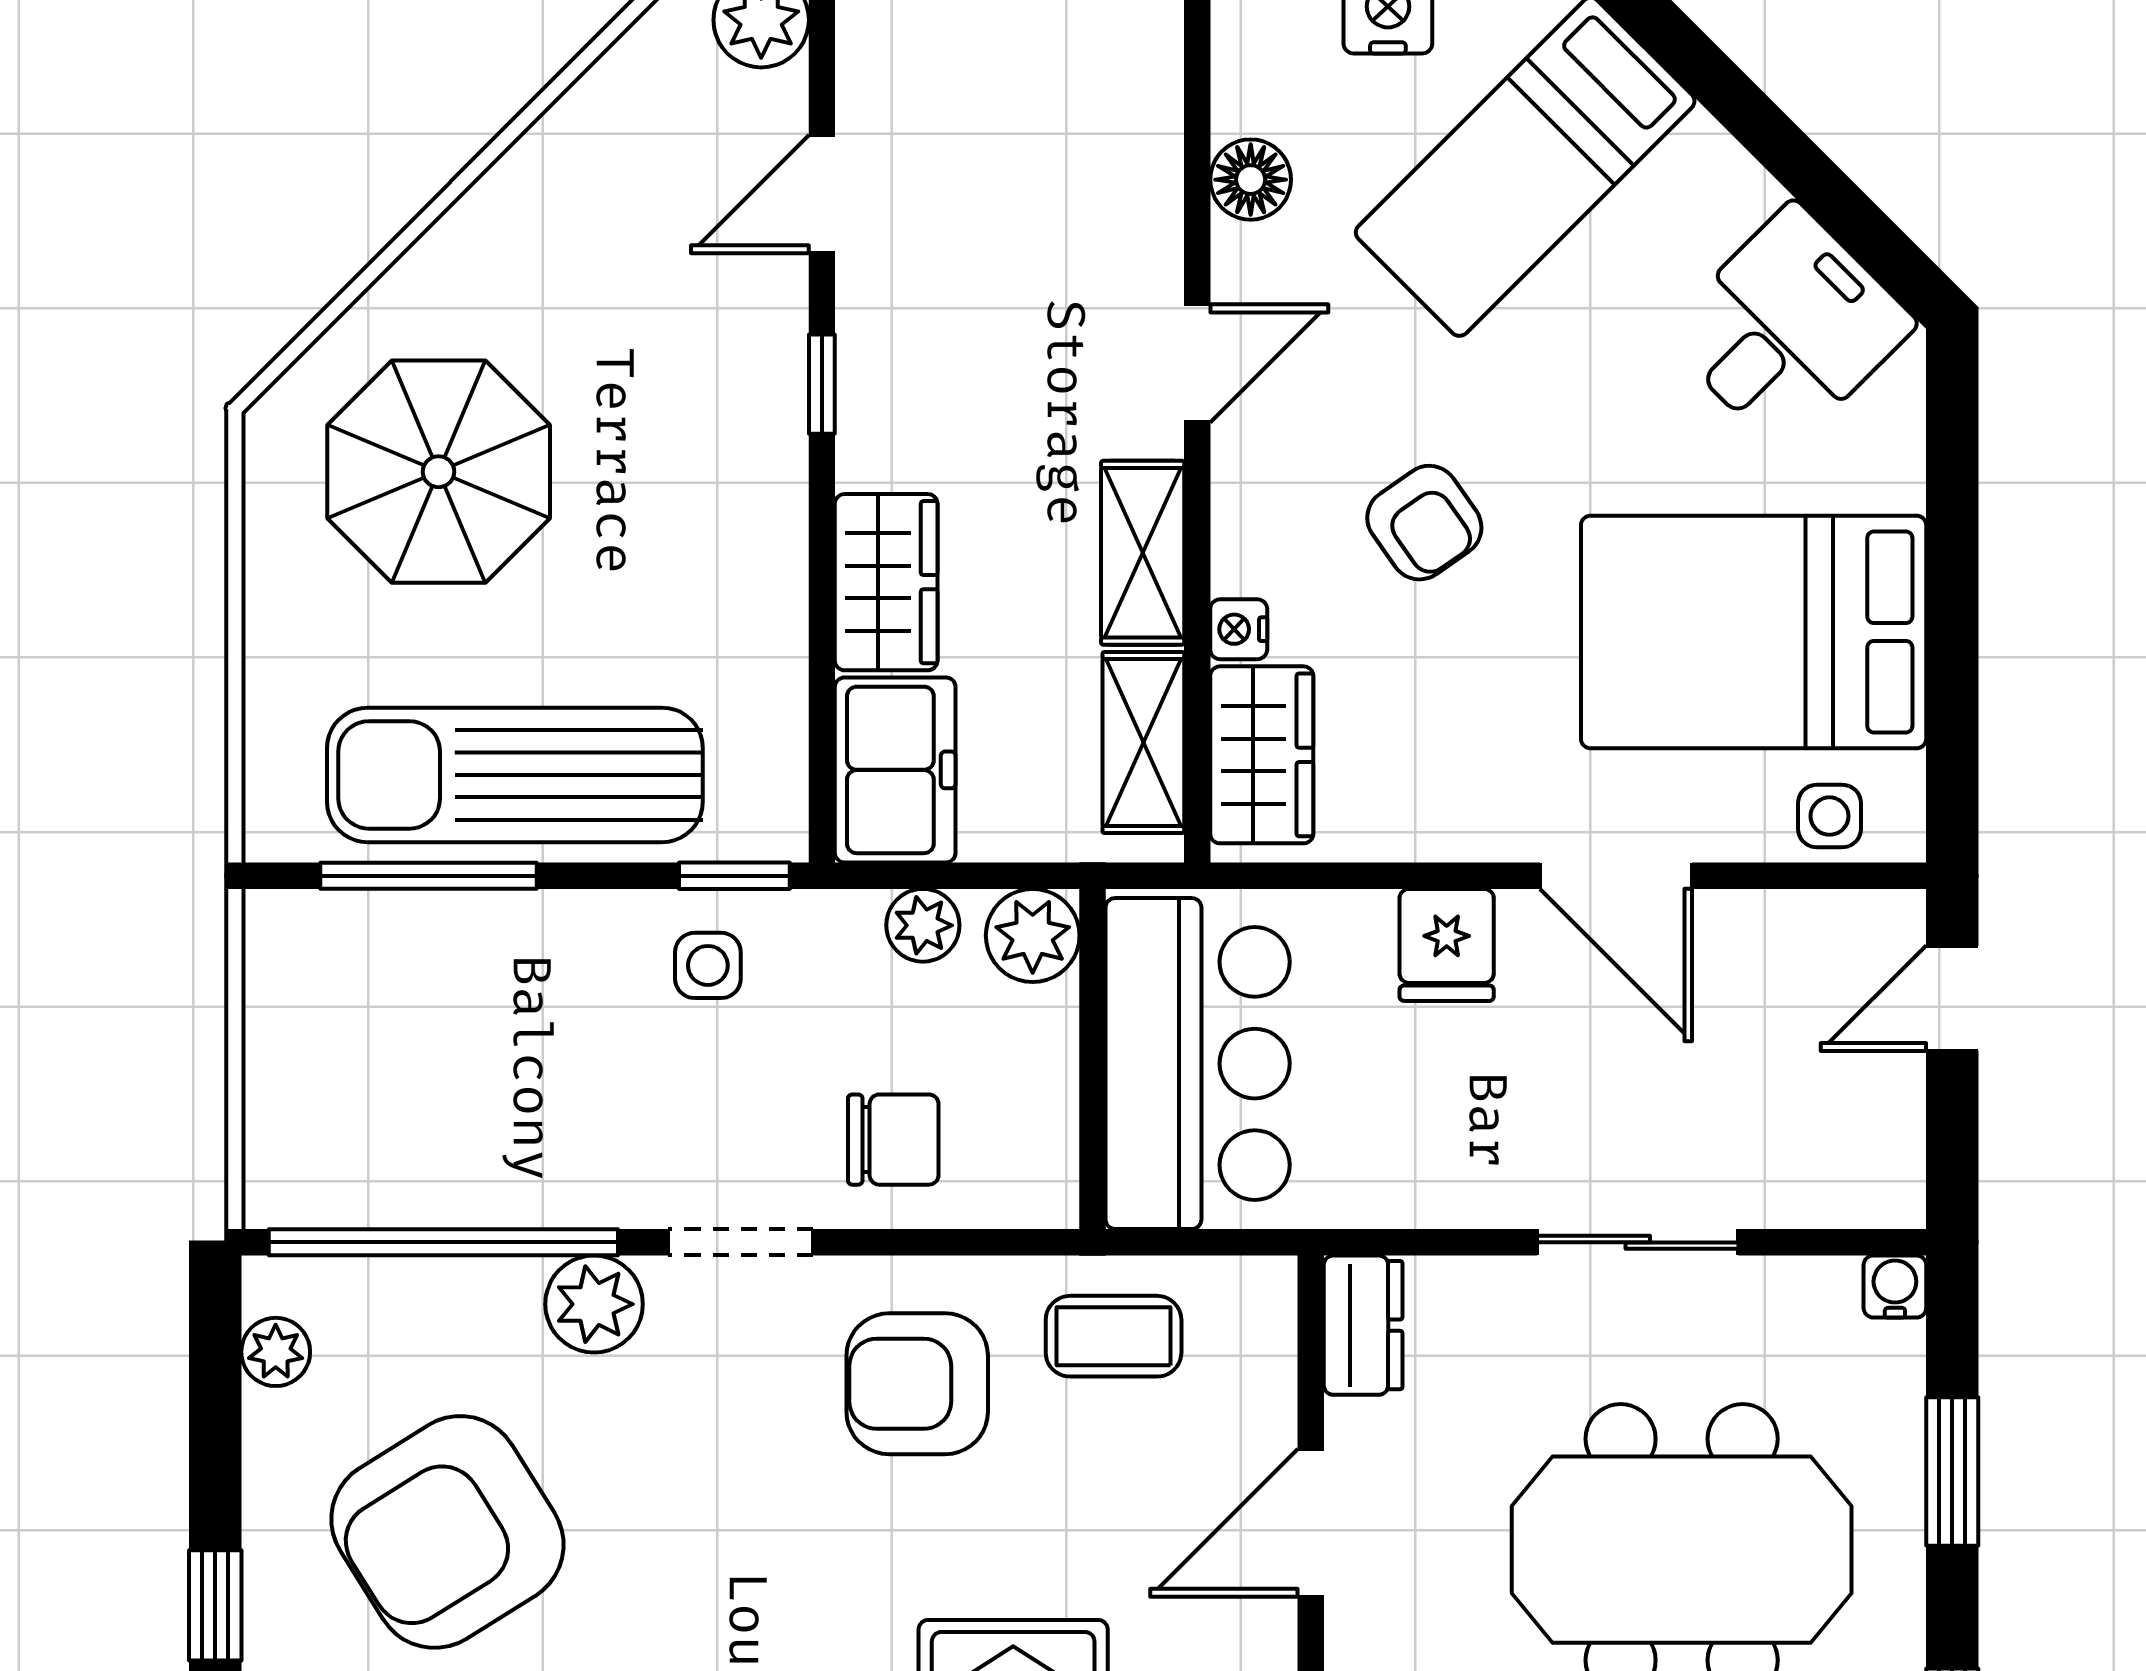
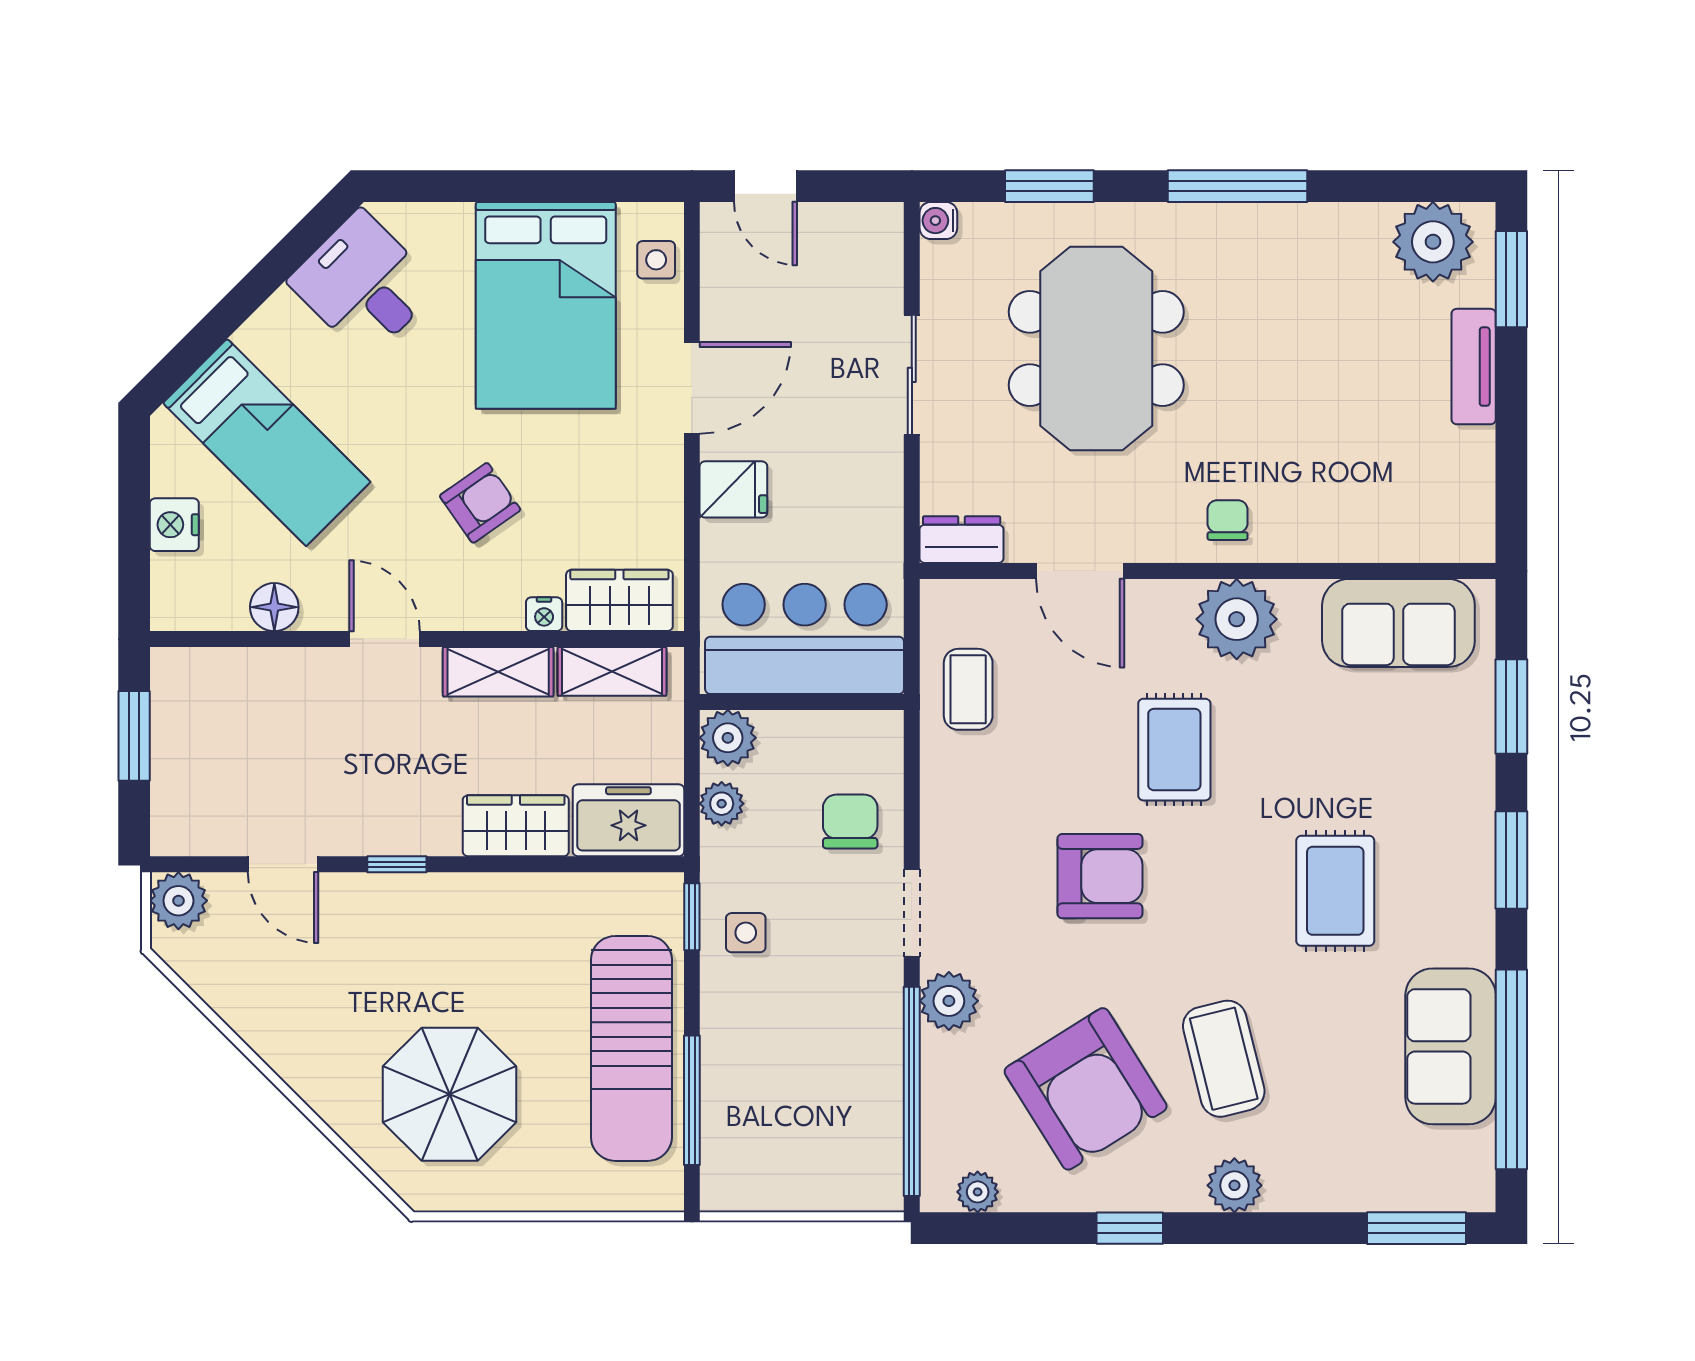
armchair: (917, 1384) -> (1100, 876), moved, turned -90

